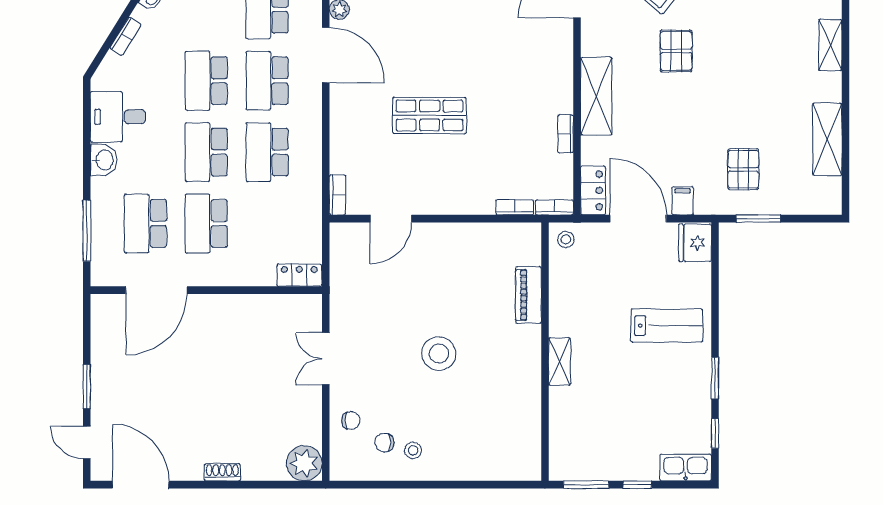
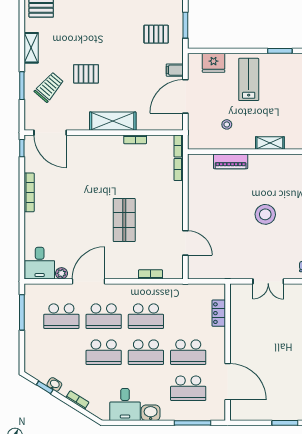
locker: (593, 190) -> (169, 123), removed
bookcase: (337, 195) -> (150, 274), moved
stool: (566, 239) -> (227, 124), moved
fridge: (695, 243) -> (214, 63), moved
locker: (299, 275) -> (219, 313), moved

